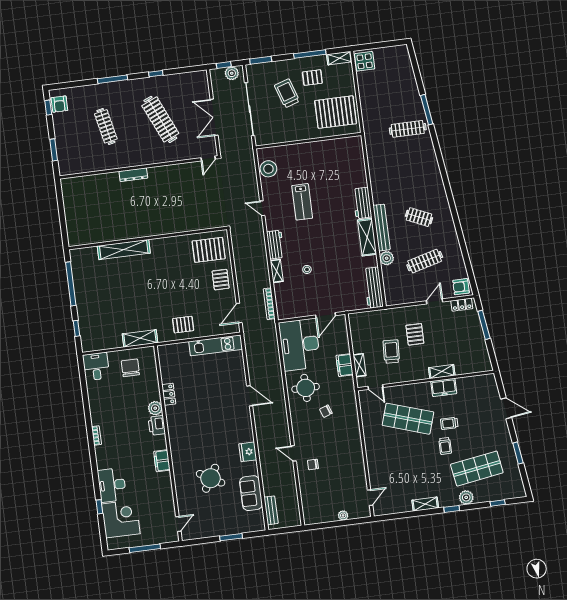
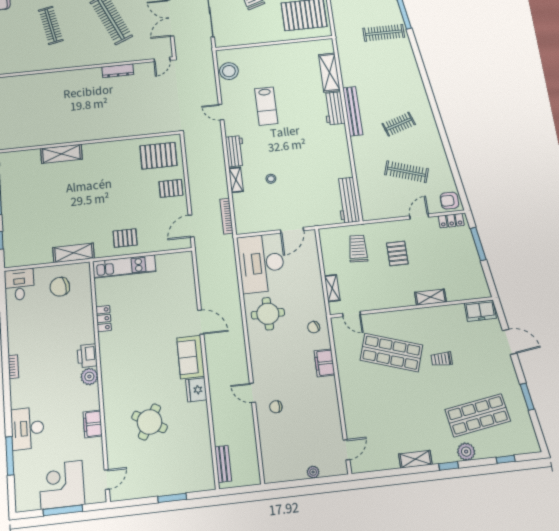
dresser: (133, 175) -> (118, 71), moved
clothes rail: (419, 217) -> (399, 124), turned -42
bench: (382, 228) -> (353, 111), moved
shelving: (367, 237) -> (329, 72), moved
shelving: (124, 250) -> (61, 154), width x0.68
plant: (387, 258) -> (363, 168), removed
clothes rail: (425, 261) -> (406, 172), turned 33
pallet: (221, 280) -> (171, 188), turned 90
kitchen unit: (216, 345) -> (124, 267), moved
trolley: (391, 351) -> (358, 249), moved
filing cabinet: (345, 365) -> (324, 363), moved
chair: (130, 368) -> (60, 287), turned -100
freezer: (444, 387) -> (480, 311), moved
plant: (155, 408) -> (89, 377), moved
chair: (326, 411) -> (314, 327), moved
trolley: (445, 446) -> (438, 387), removed
filing cabinet: (162, 461) -> (93, 424), moved
sofa: (251, 493) -> (191, 357), moved
window: (99, 507) -> (10, 456), width x2.17
corner desk: (121, 519) -> (62, 485), moved, turned -90

